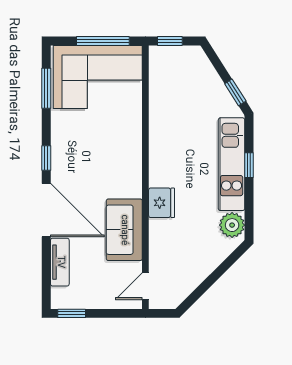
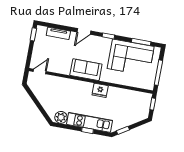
corner sofa: (98, 77) -> (131, 58), moved, turned -90
fridge: (162, 203) -> (100, 90), moved
door: (46, 210) -> (84, 31), width x0.53
sofa: (124, 230) -> (86, 70), moved
door: (145, 286) -> (40, 71), hinge flipped

